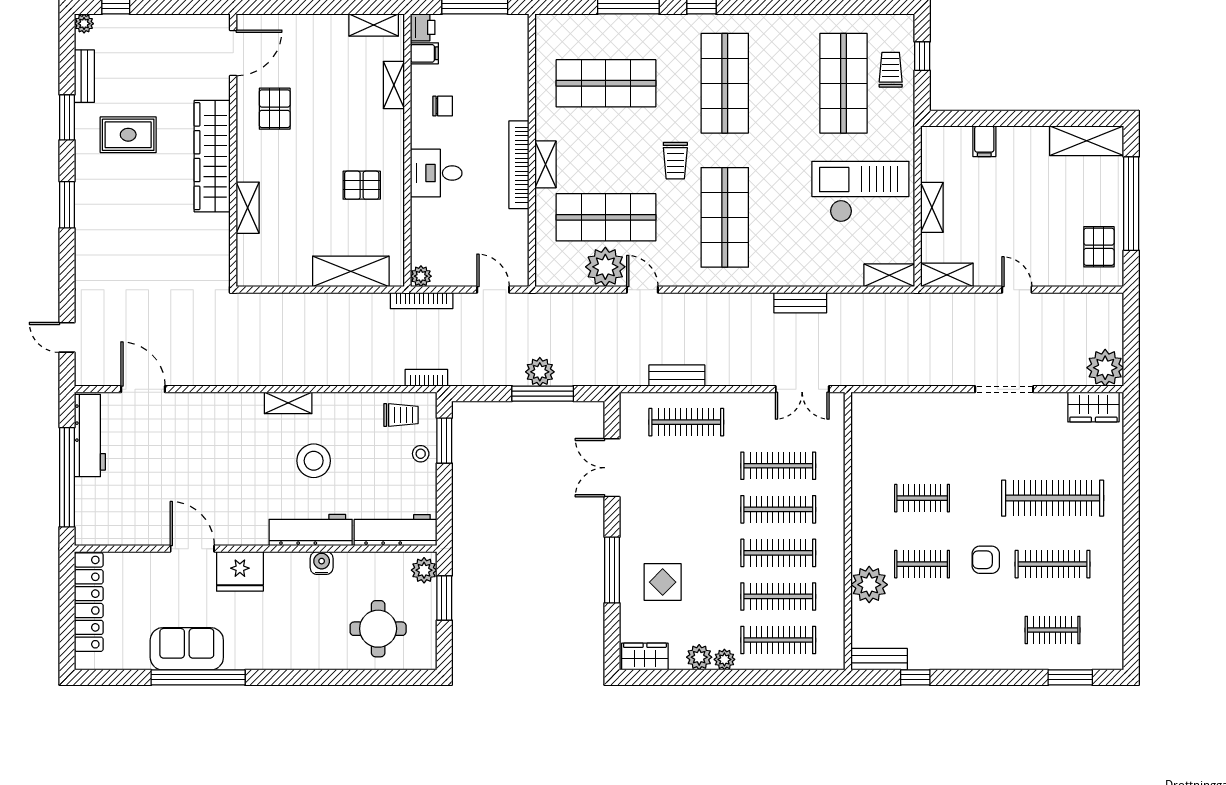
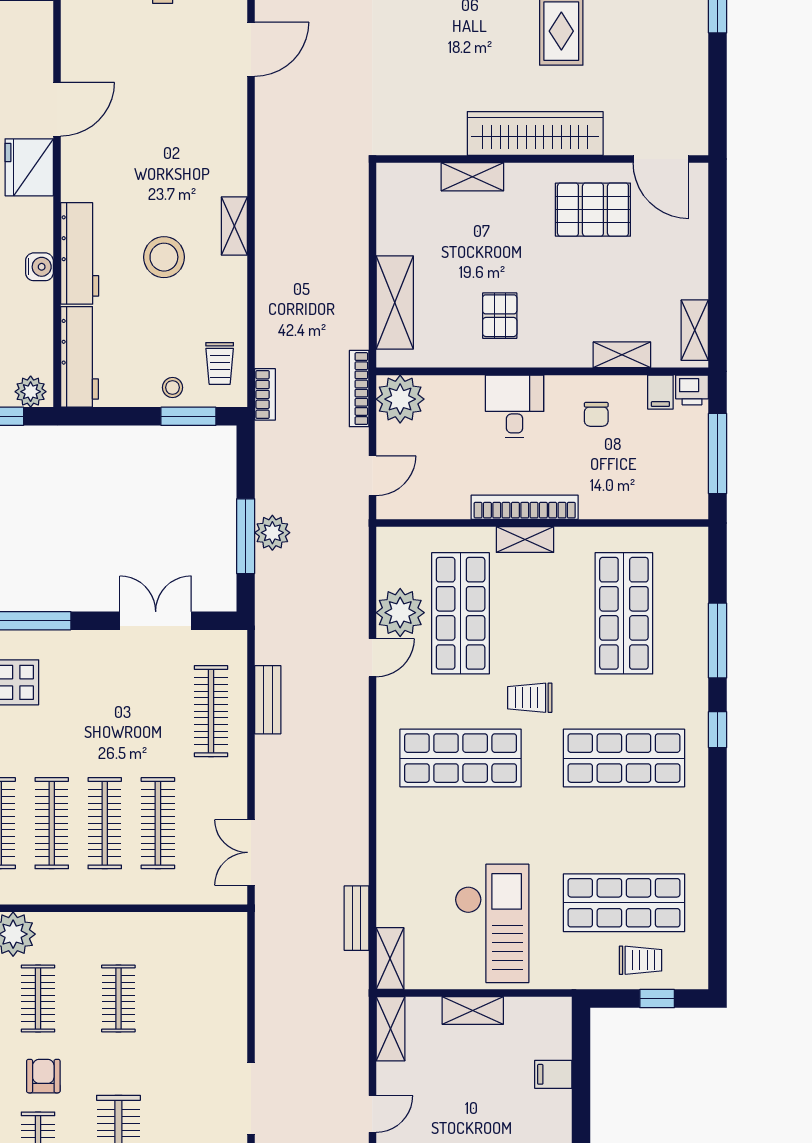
pallet: (275, 109) -> (593, 210), width x1.50, depth x1.42
plant: (421, 276) -> (400, 399), width x1.87, depth x1.87
bench: (800, 303) -> (356, 918), moved

